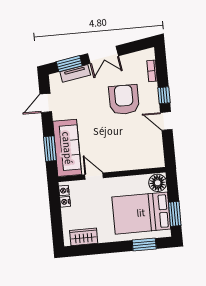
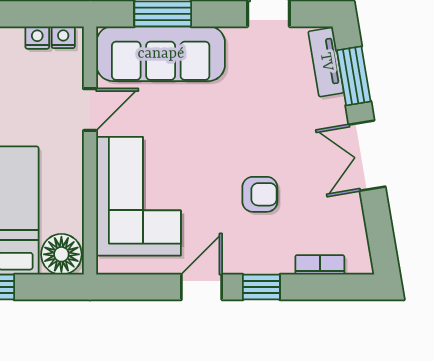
tv unit: (75, 73) -> (326, 62), moved
armchair: (124, 100) -> (260, 194), width x0.53, depth x0.53
corner sofa: (130, 152) -> (139, 196), added

